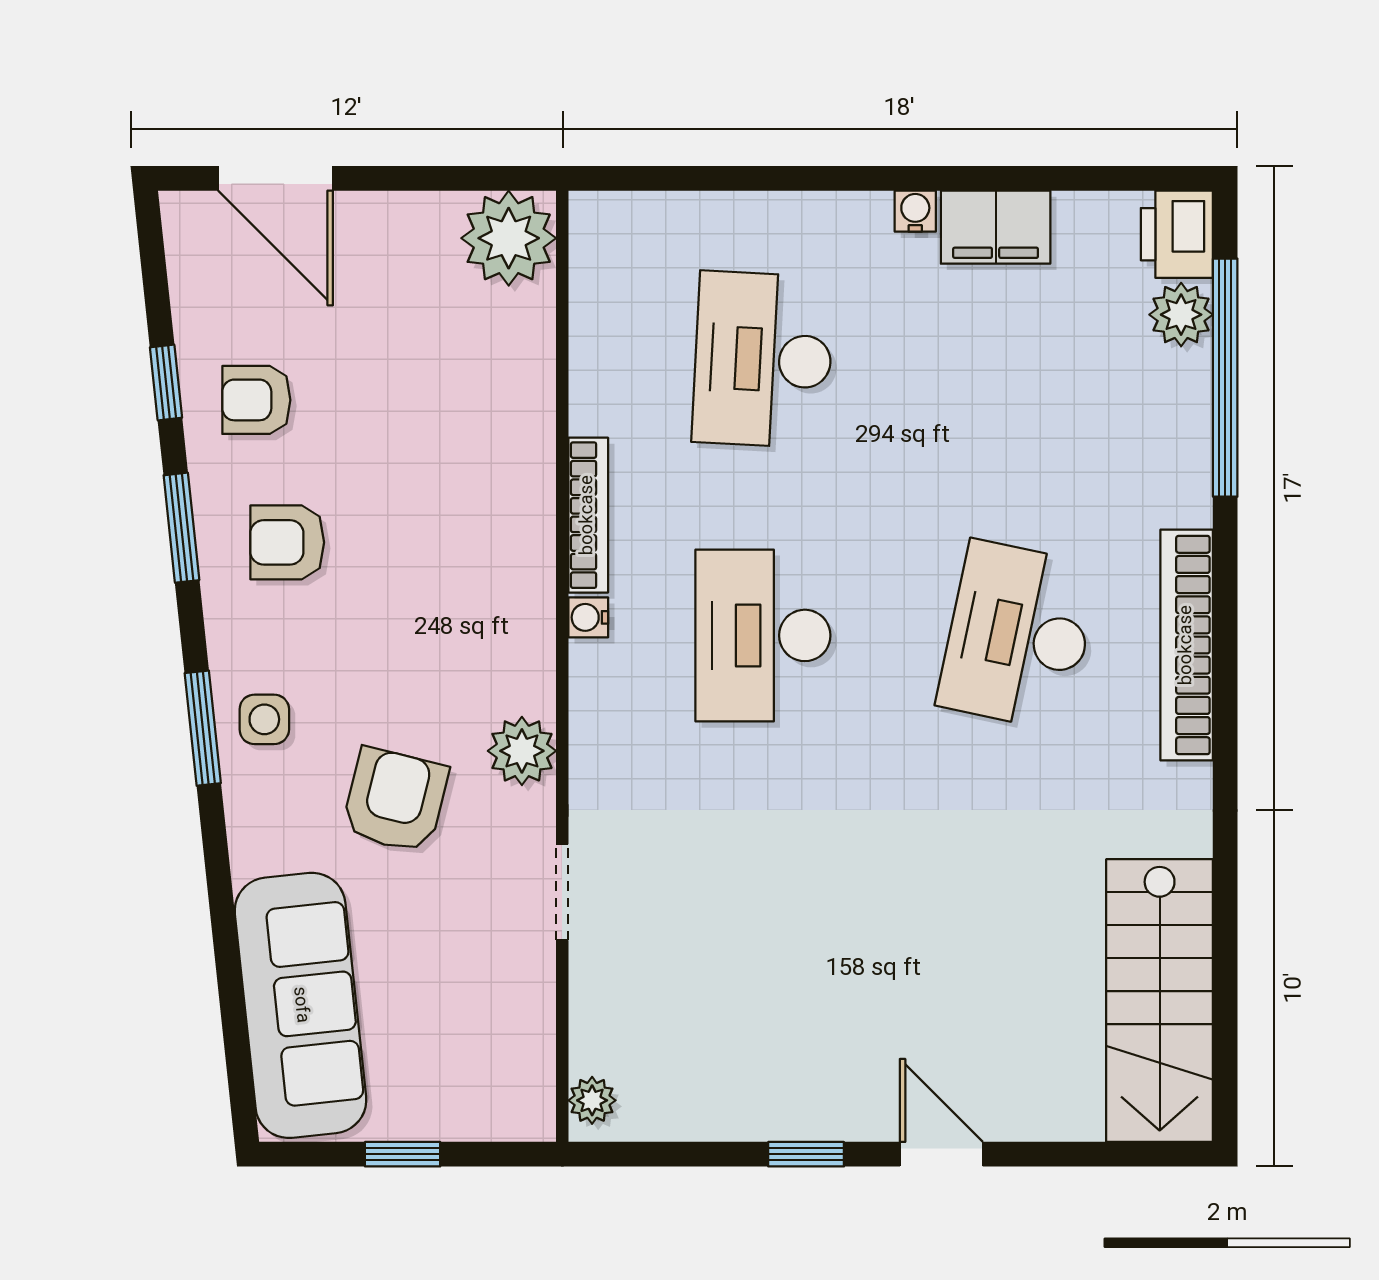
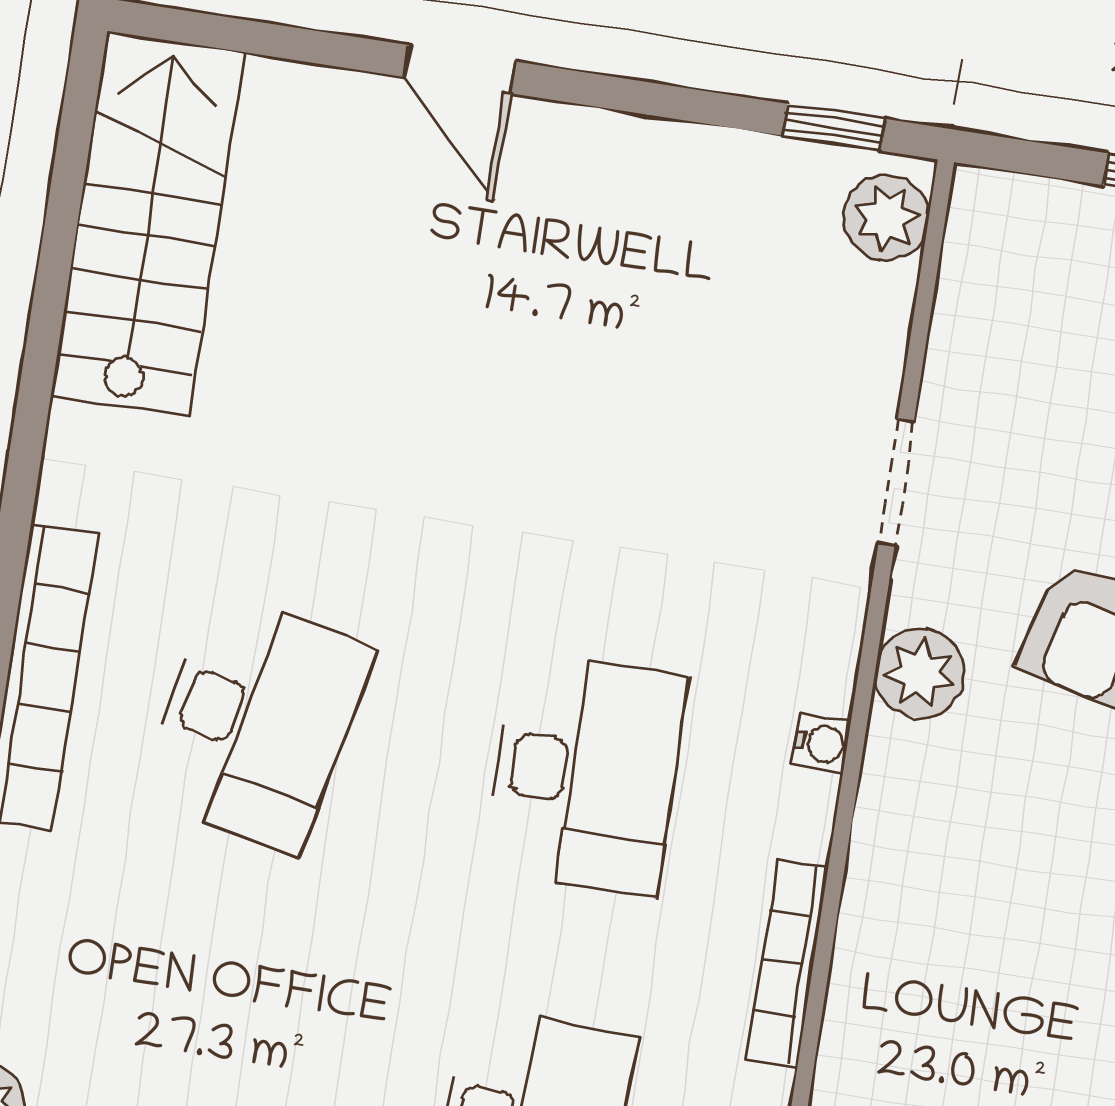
water cooler: (588, 617) -> (821, 743), moved
plant: (592, 1100) -> (886, 218), width x1.38, depth x1.38
window: (806, 1154) -> (834, 127), moved

